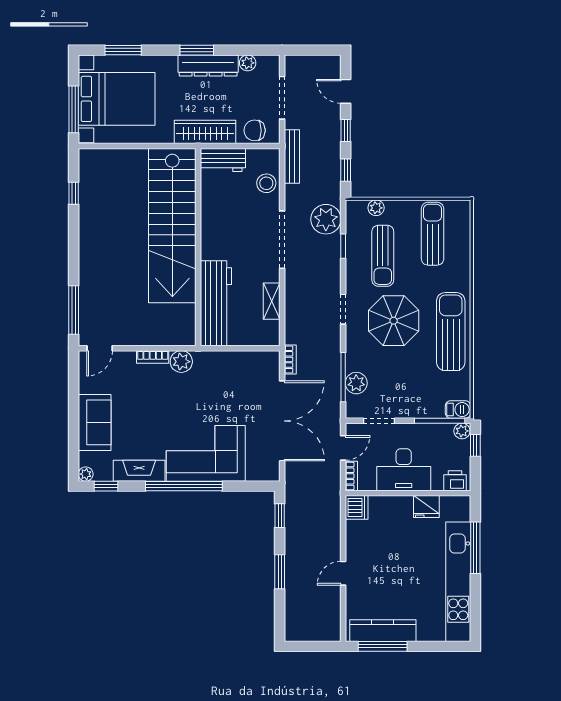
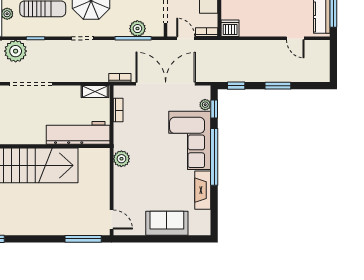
shelving: (272, 301) -> (95, 92), moved
bookcase: (153, 357) -> (118, 110), moved
plant: (86, 474) -> (205, 105), moved
window: (106, 486) -> (214, 109), moved
door: (343, 573) -> (295, 38), moved

